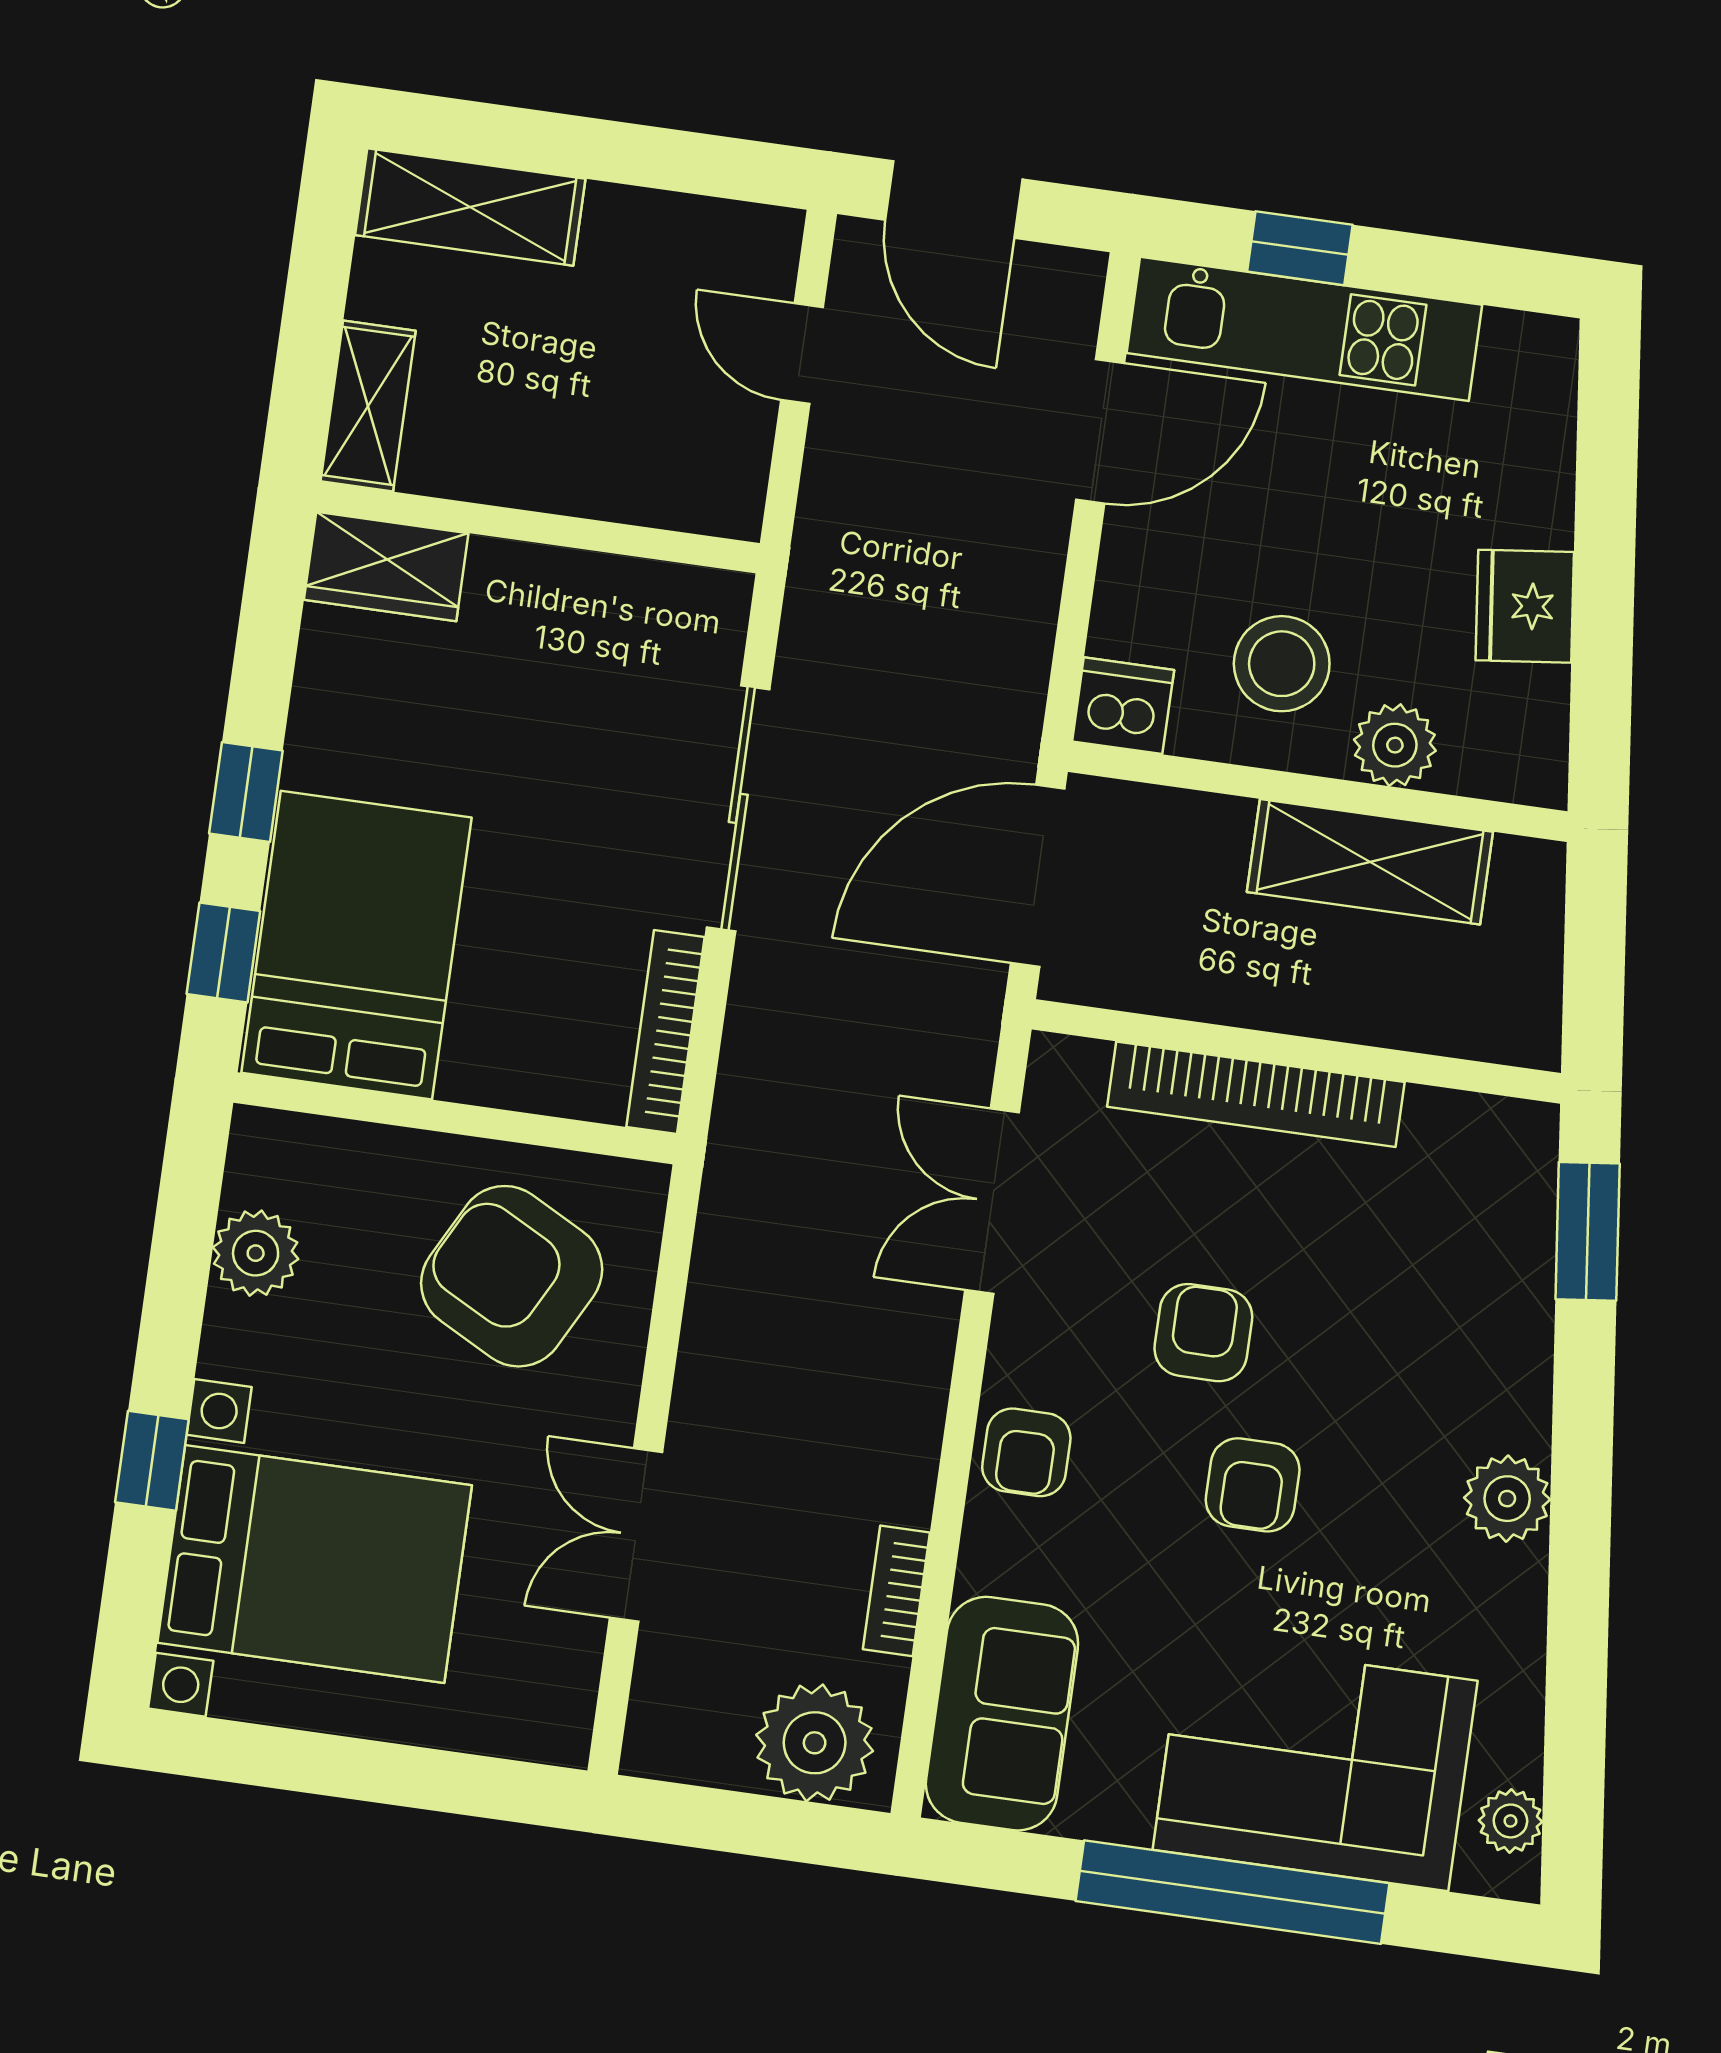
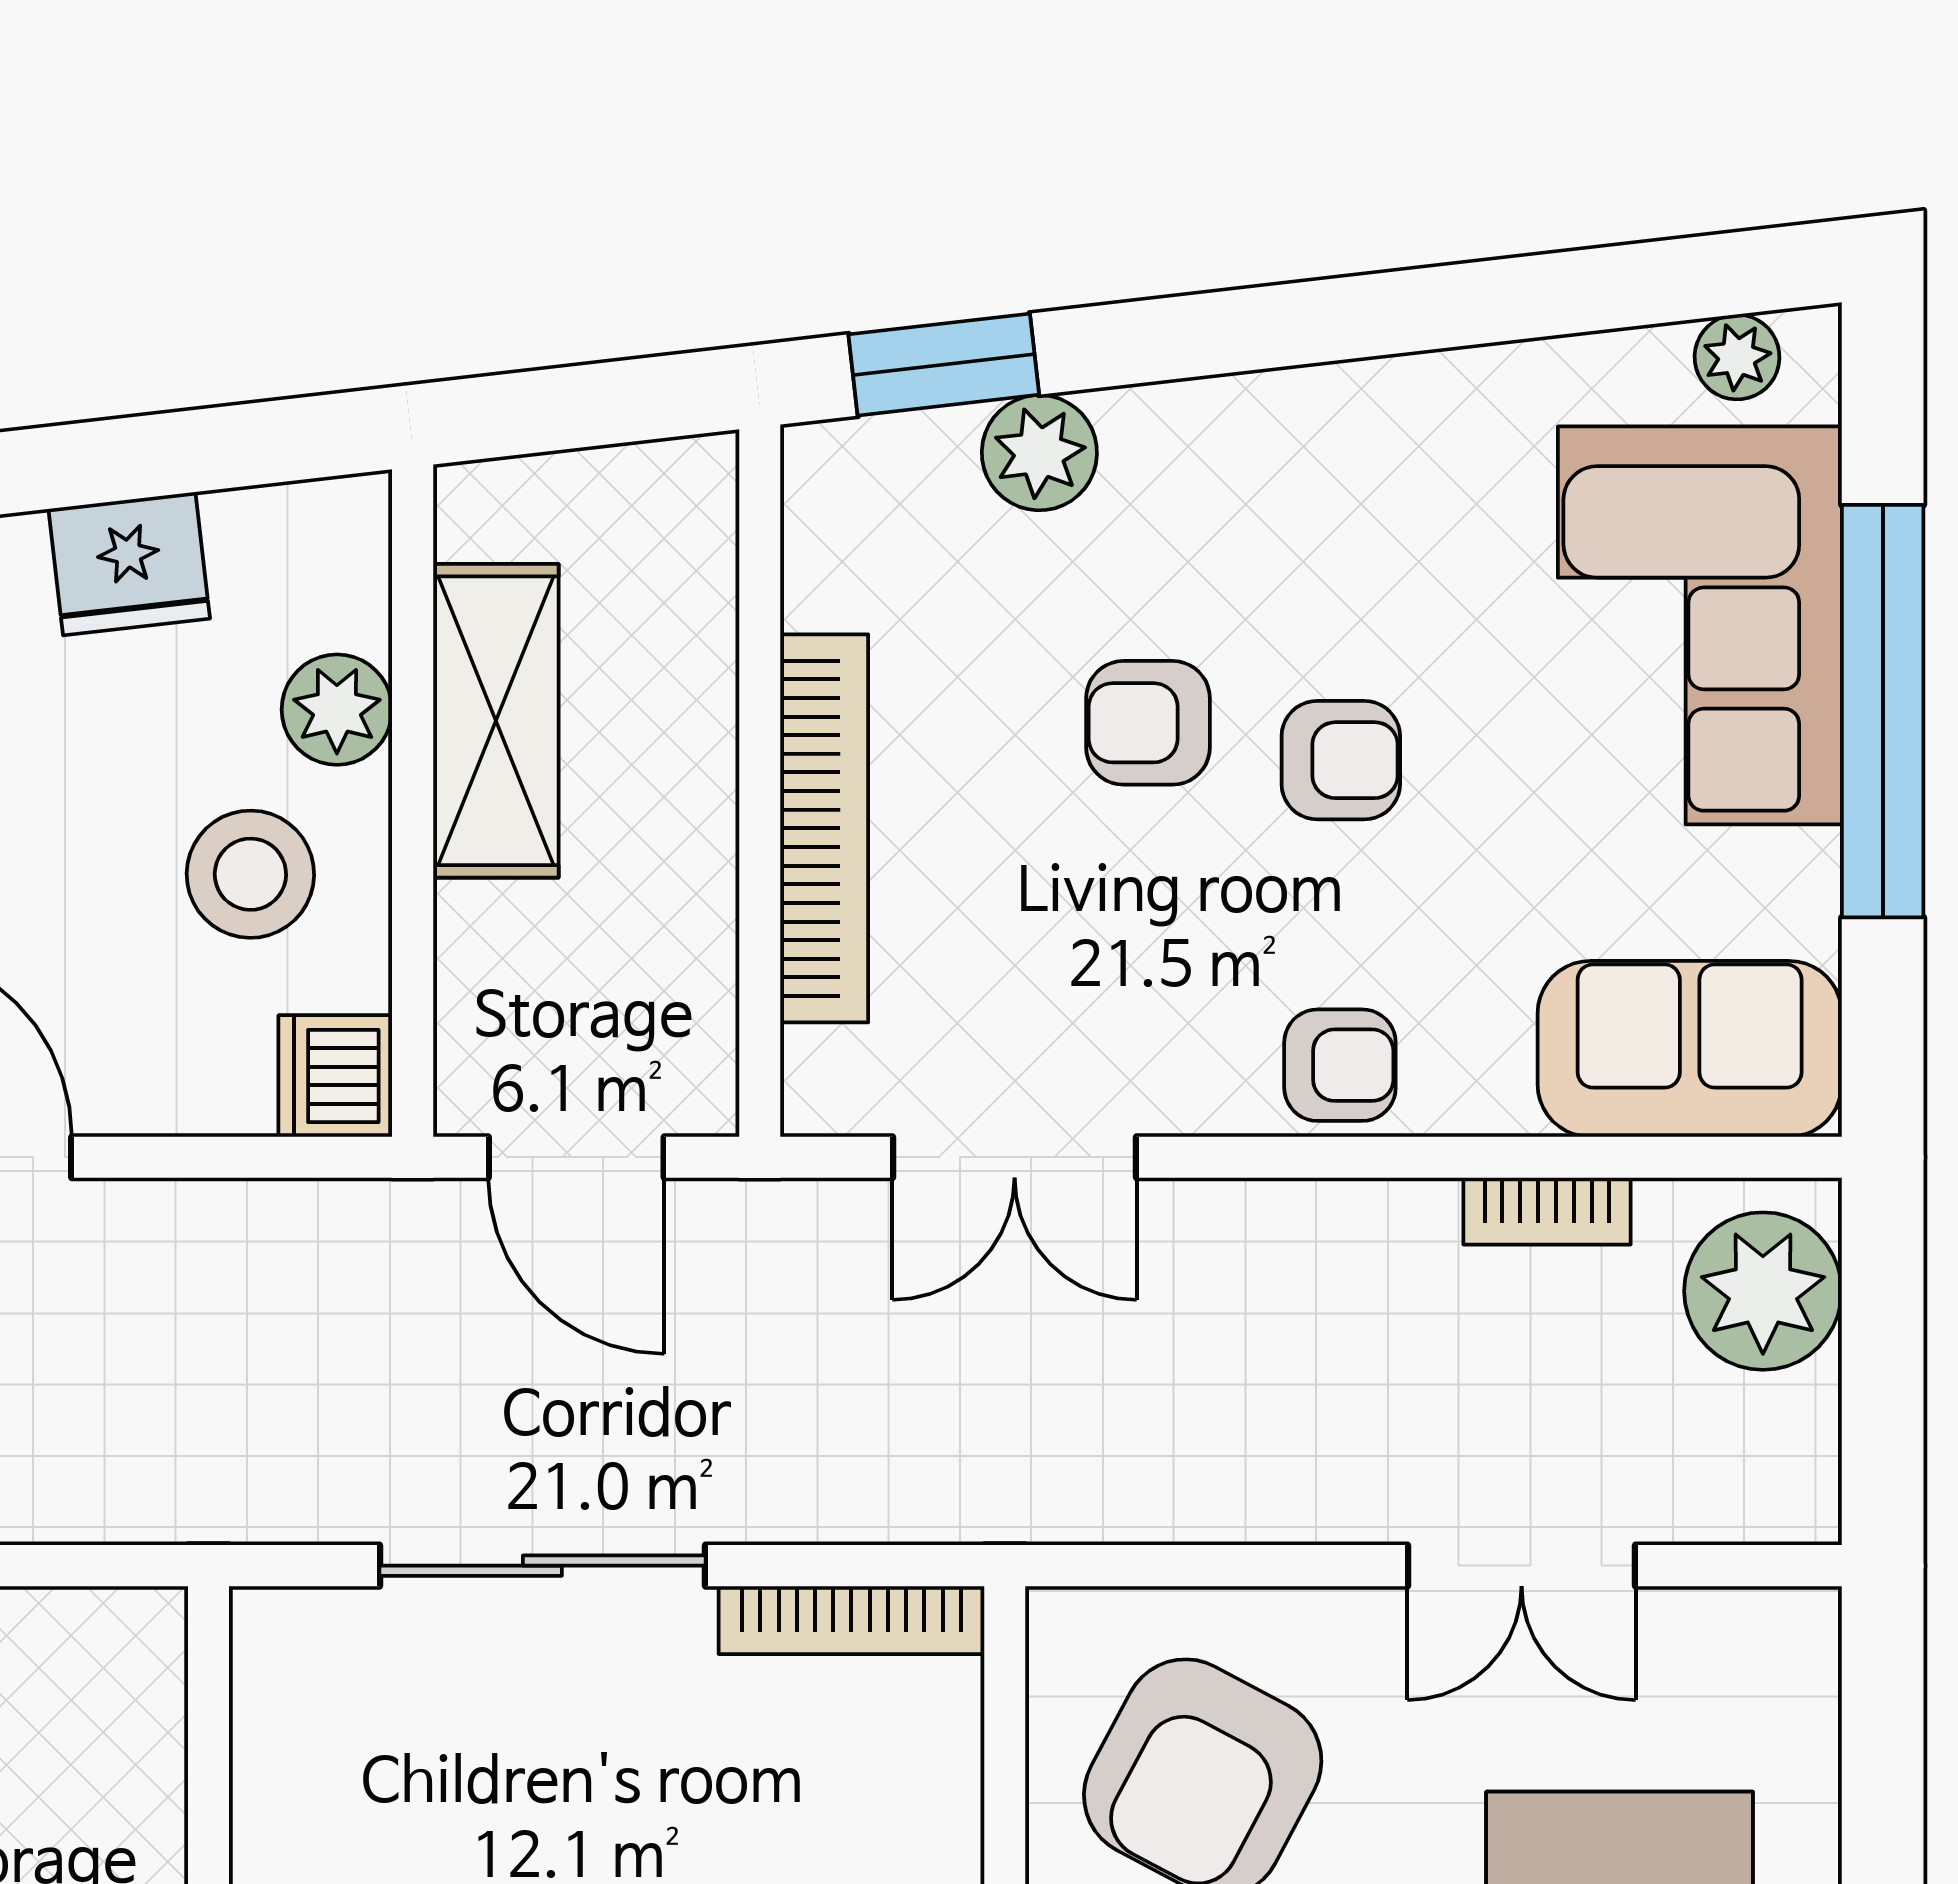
door: (1038, 876) -> (576, 1157), width x0.73
armchair: (1203, 1333) -> (1148, 723), moved
plant: (1507, 1499) -> (1039, 453), moved

